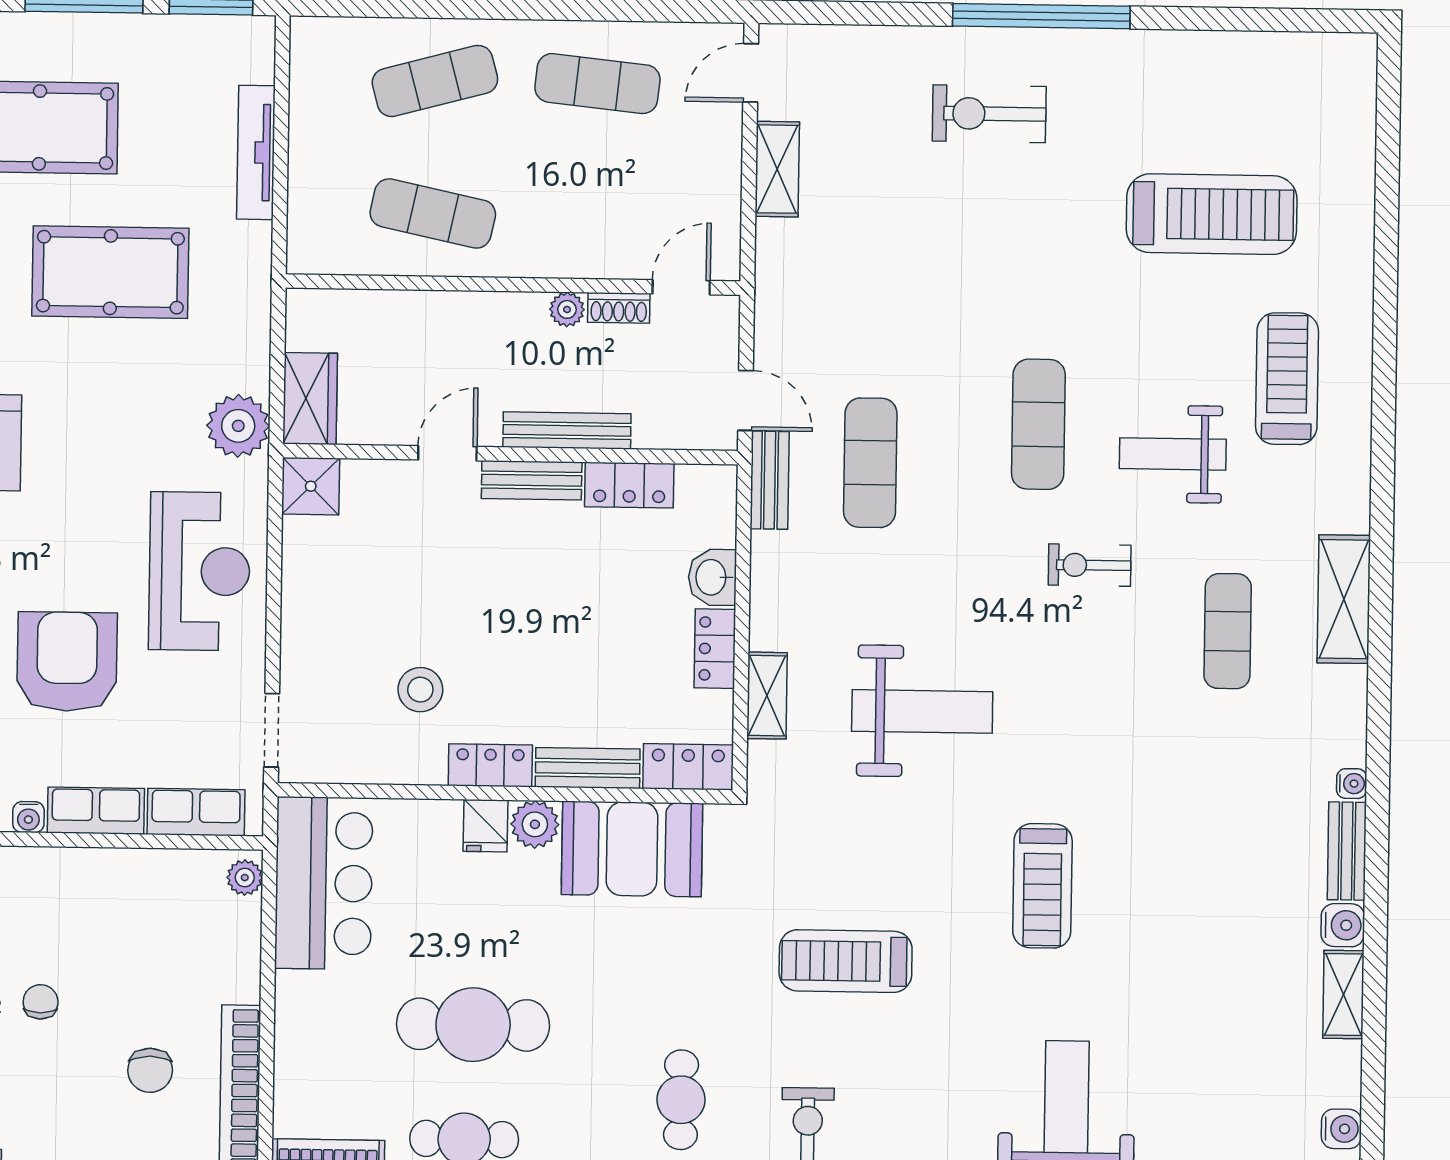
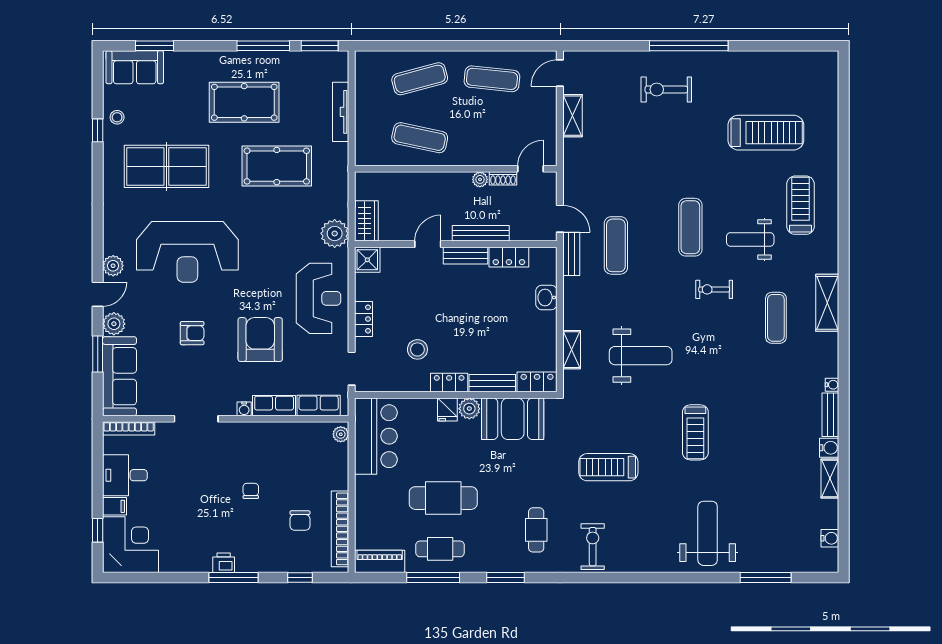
locker: (715, 649) -> (364, 319), moved, turned 180

